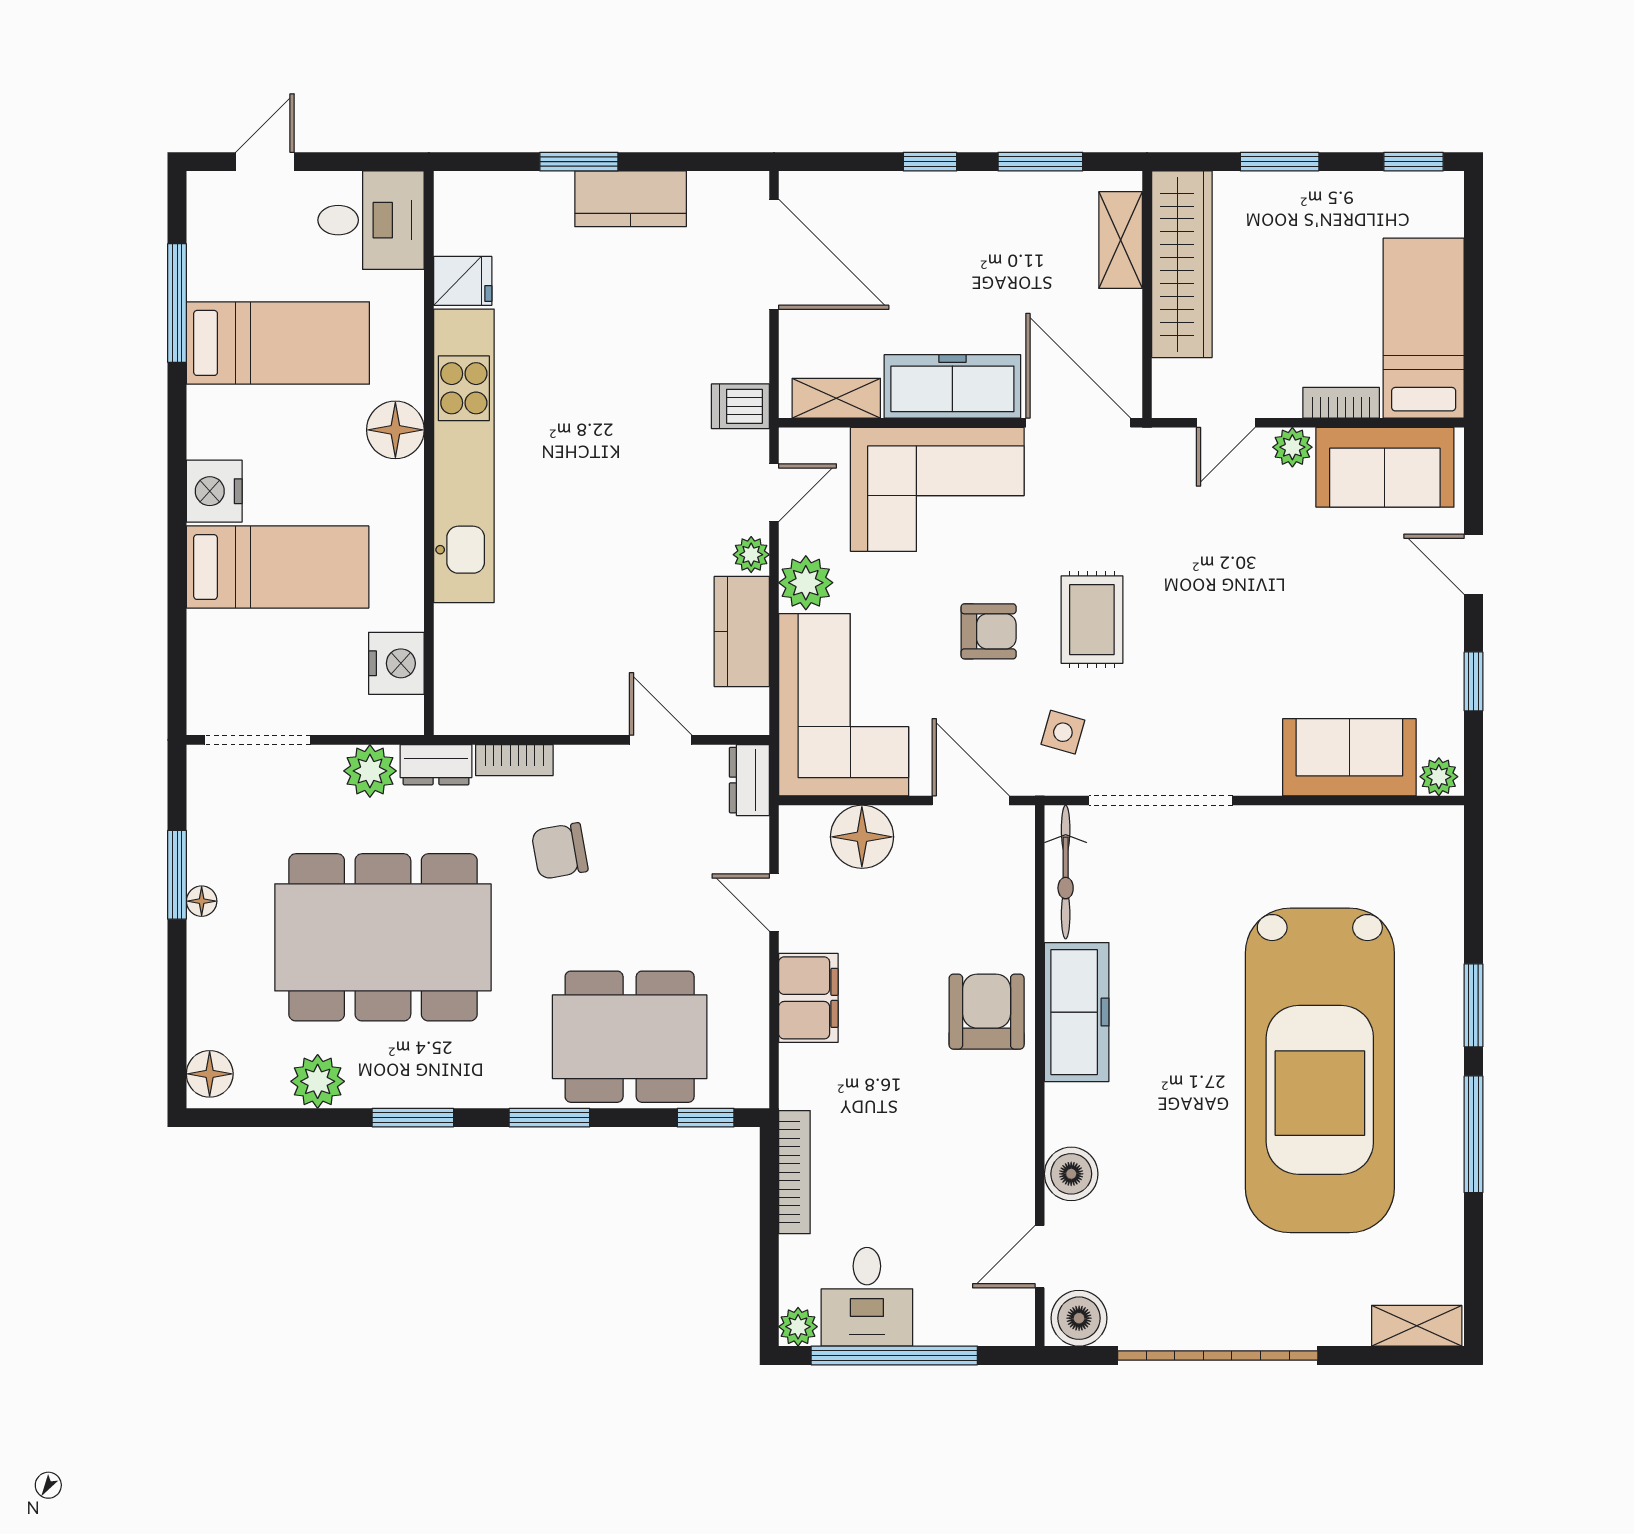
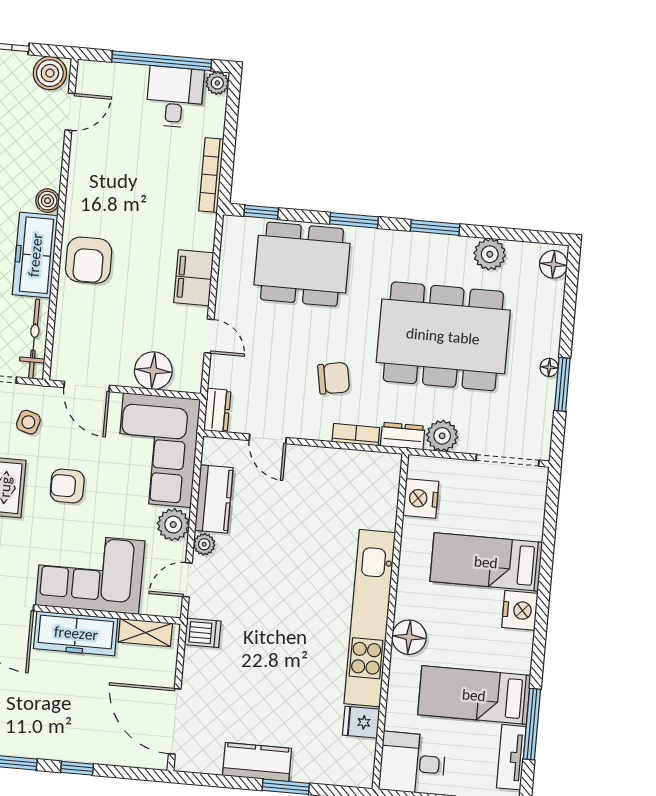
tv unit: (207, 245) -> (511, 757), added
boiler: (1071, 1174) -> (47, 201), moved, width x0.73, depth x0.73

